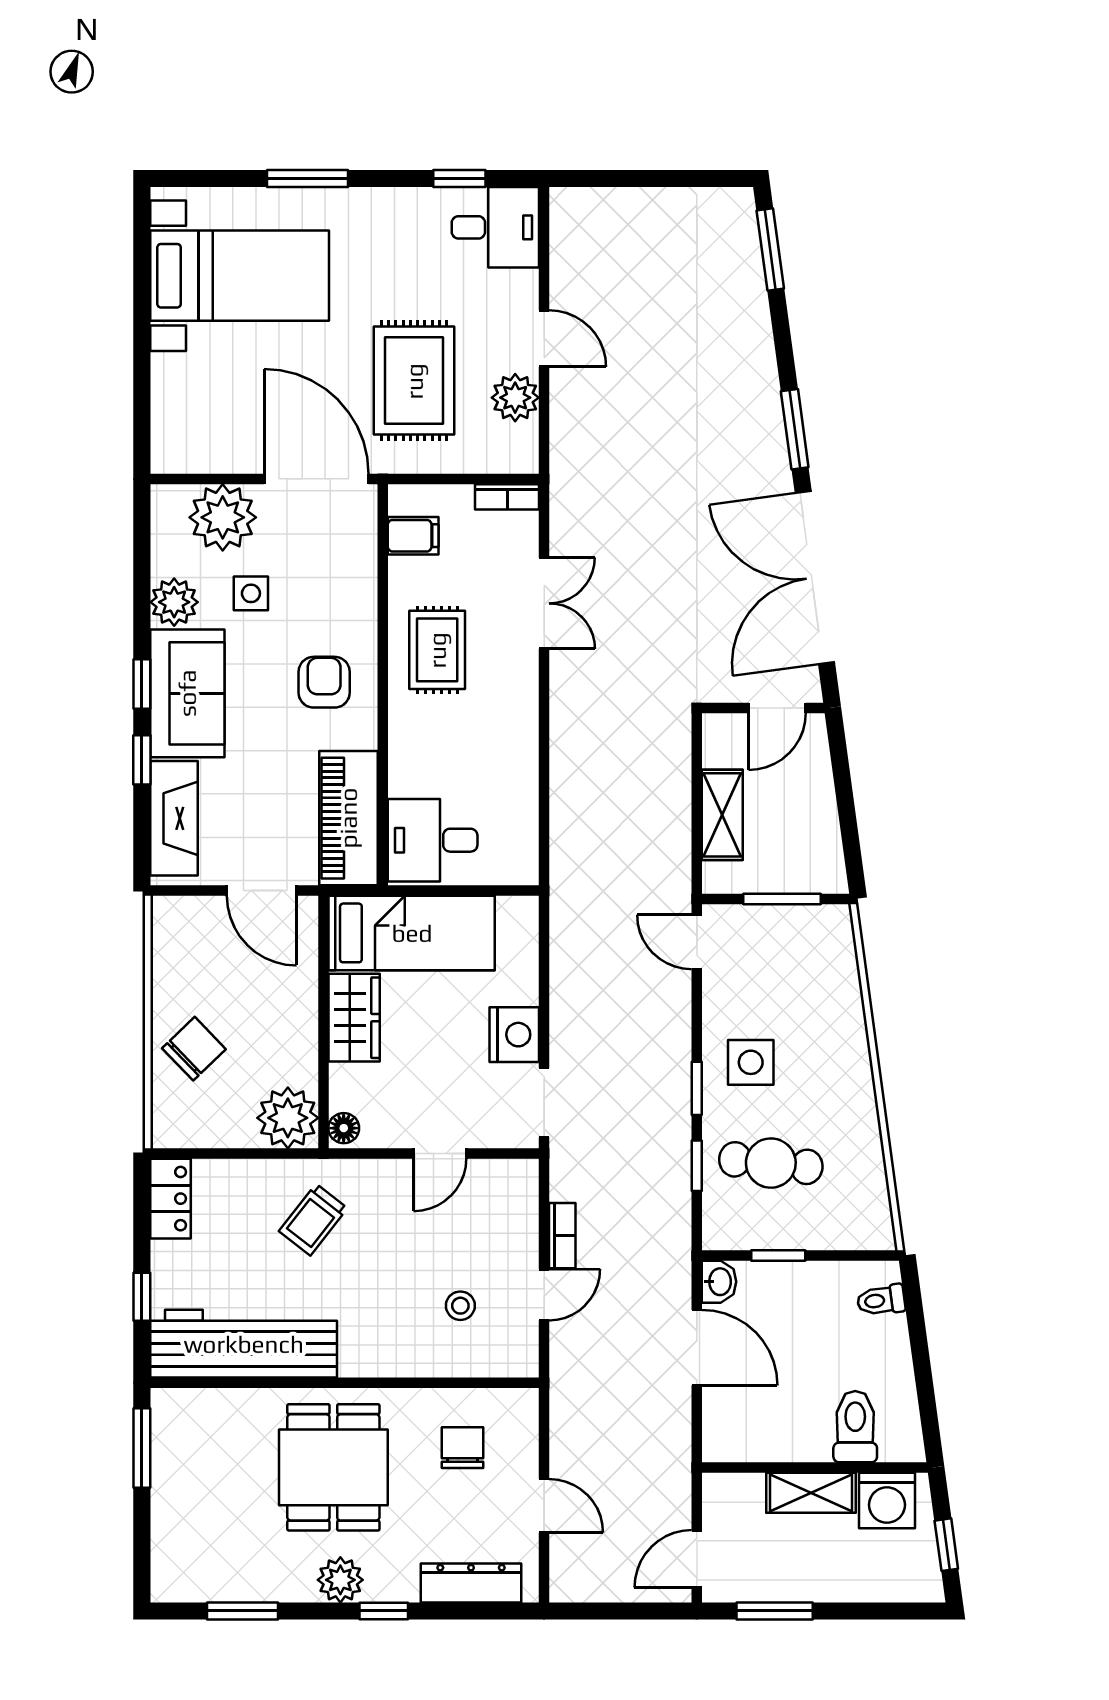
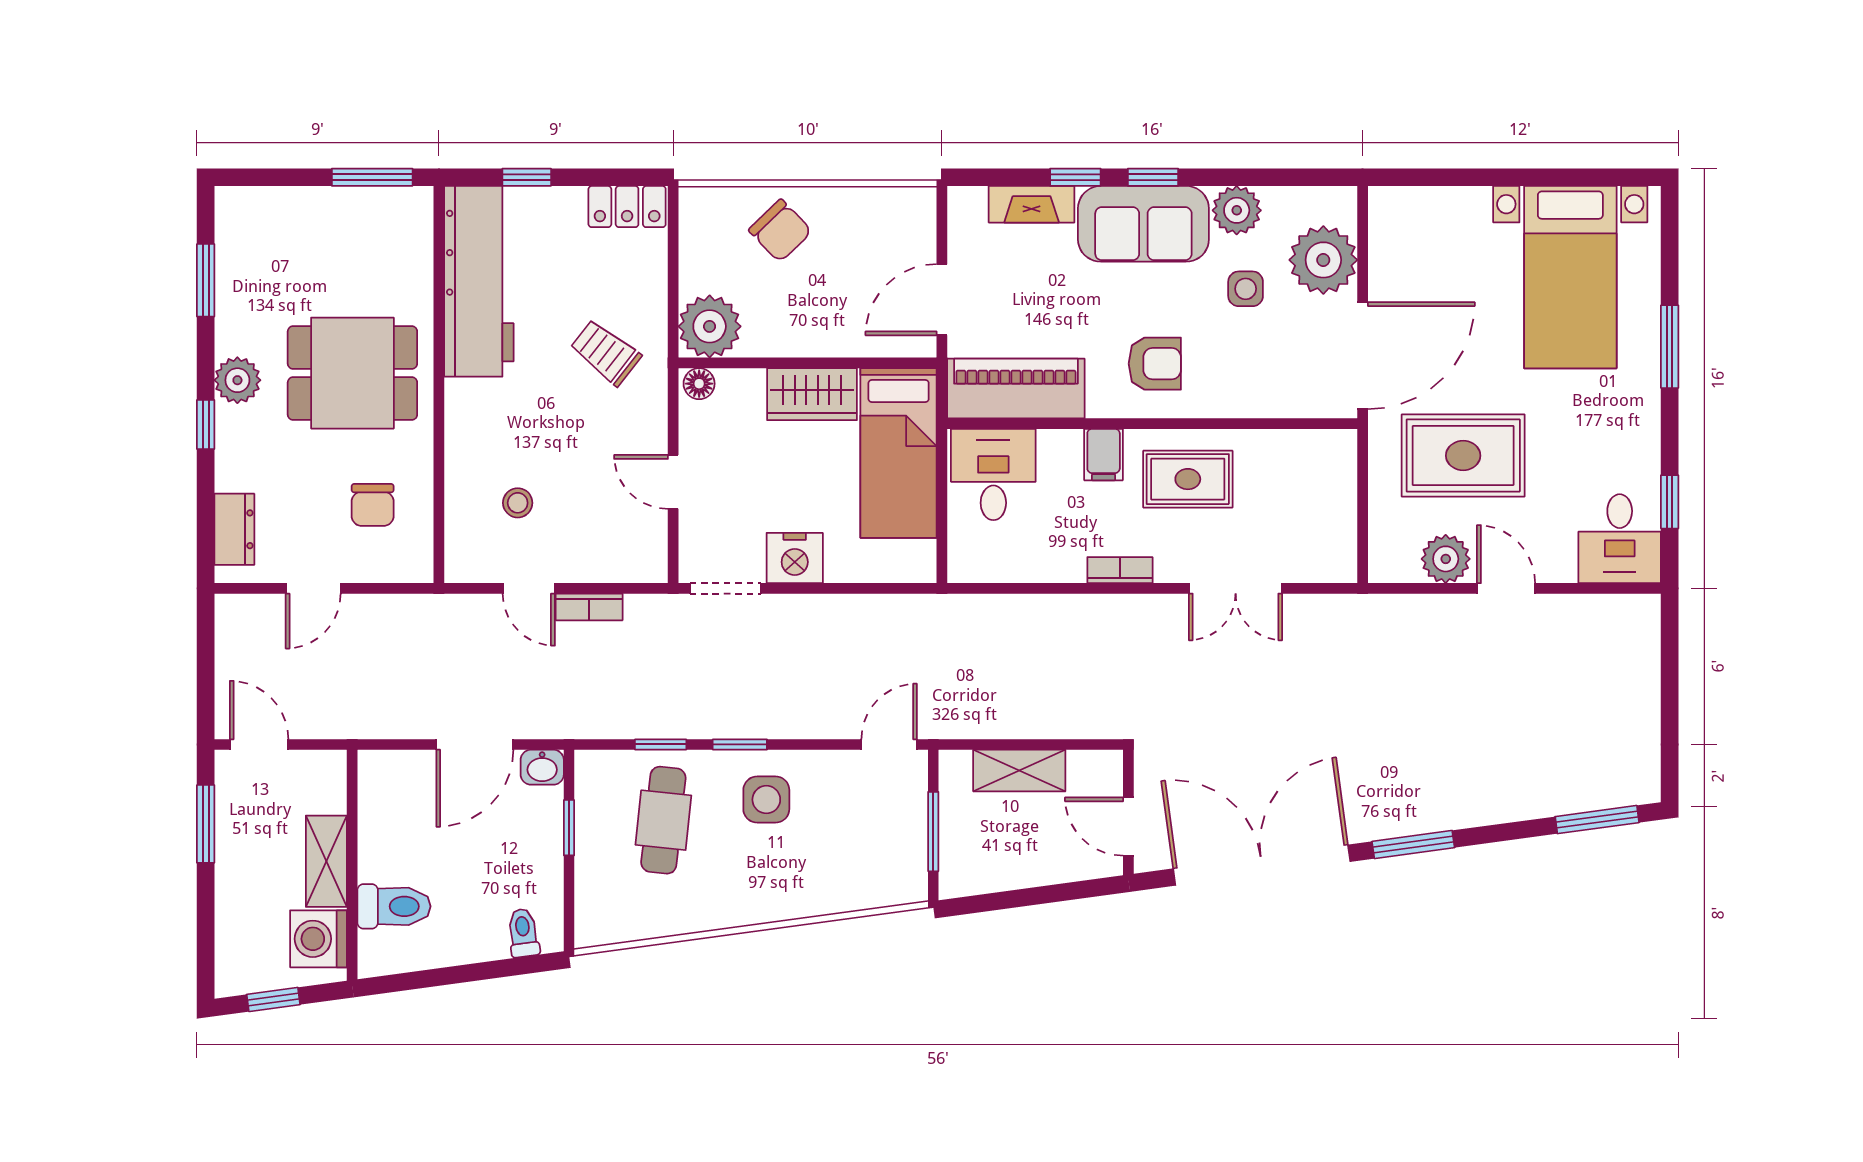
door: (544, 339) -> (1506, 588), swing flipped
bookcase: (507, 497) -> (1120, 570), moved, turned 90
filing cabinet: (413, 536) -> (1104, 455), moved
fireplace: (174, 818) -> (1032, 204), width x0.73, depth x0.76
chair: (462, 1448) -> (373, 505), turned 90
dresser: (471, 1583) -> (234, 529), width x0.70

